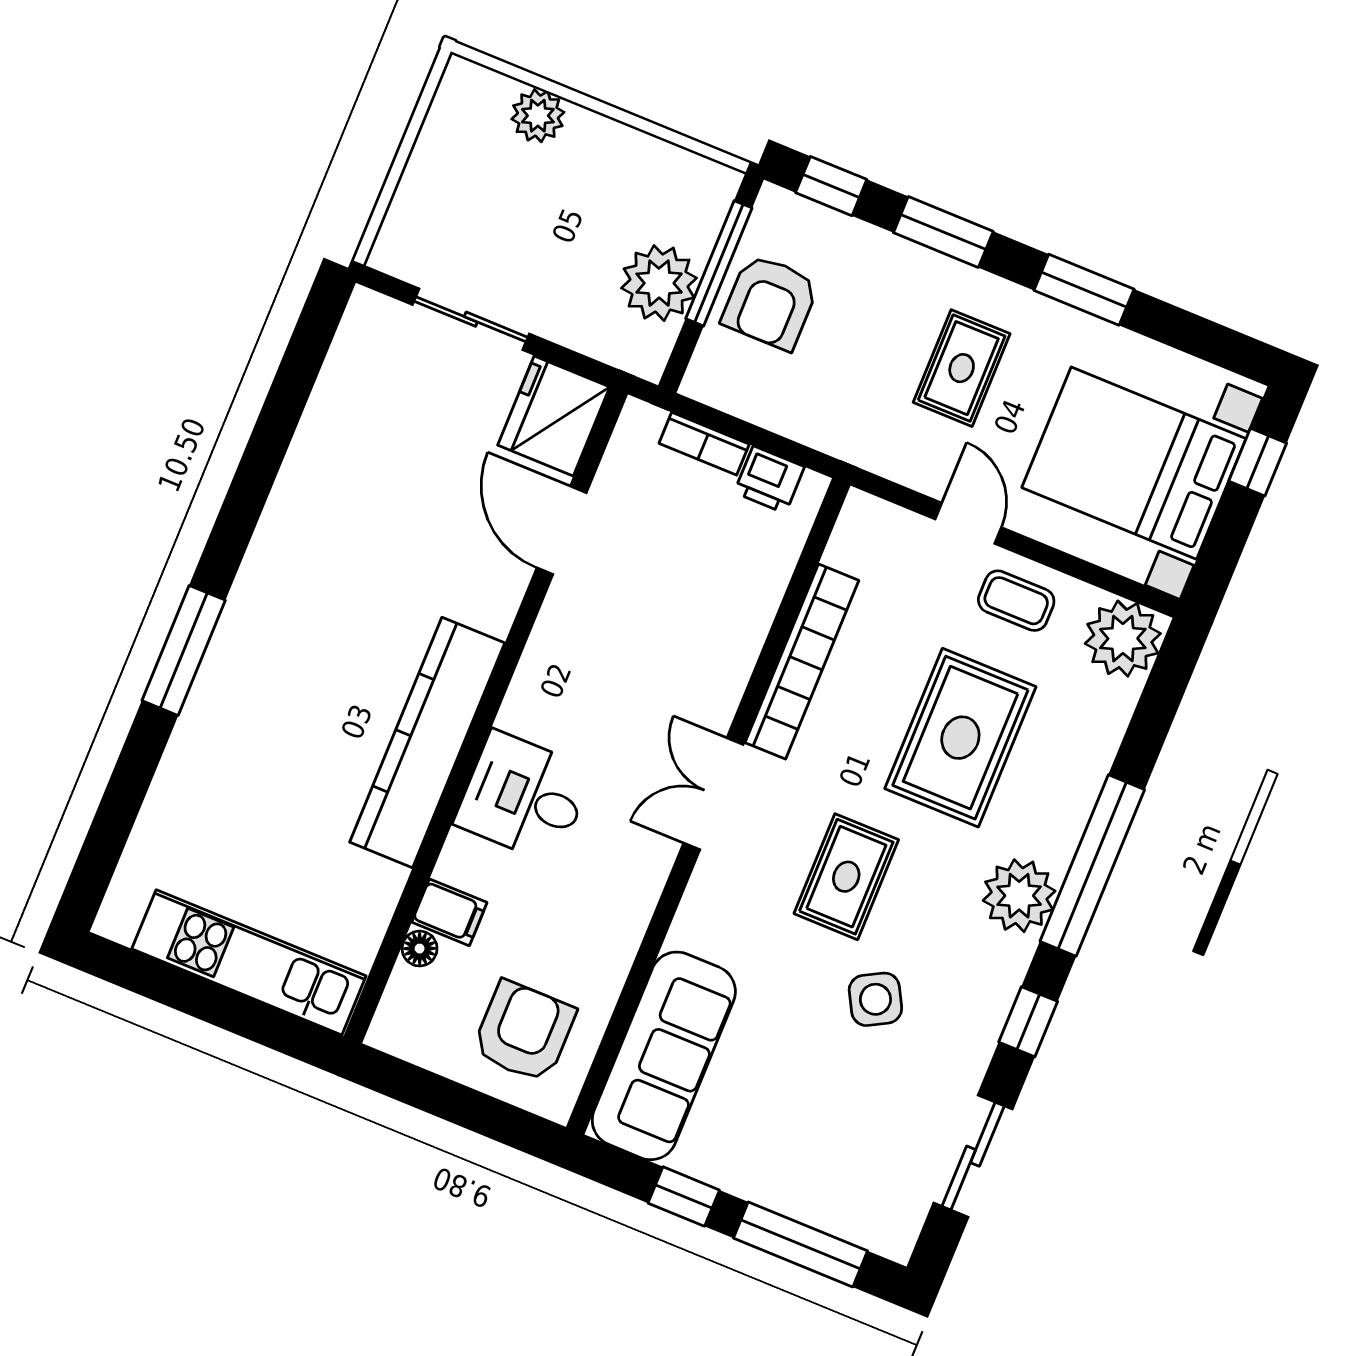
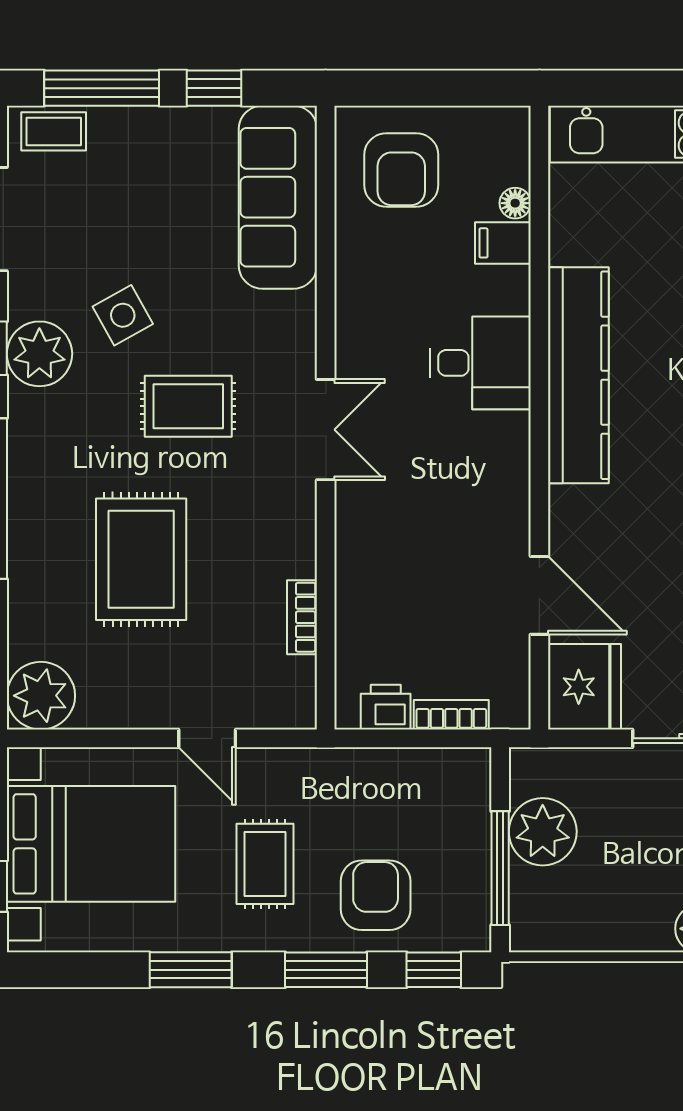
armchair: (770, 302) -> (376, 895), moved
coffee table: (1016, 601) -> (54, 131), moved
bookcase: (802, 662) -> (302, 617), width x0.43, depth x0.76
rug: (846, 877) -> (188, 406), turned 90
plant: (1019, 896) -> (39, 354), moved

